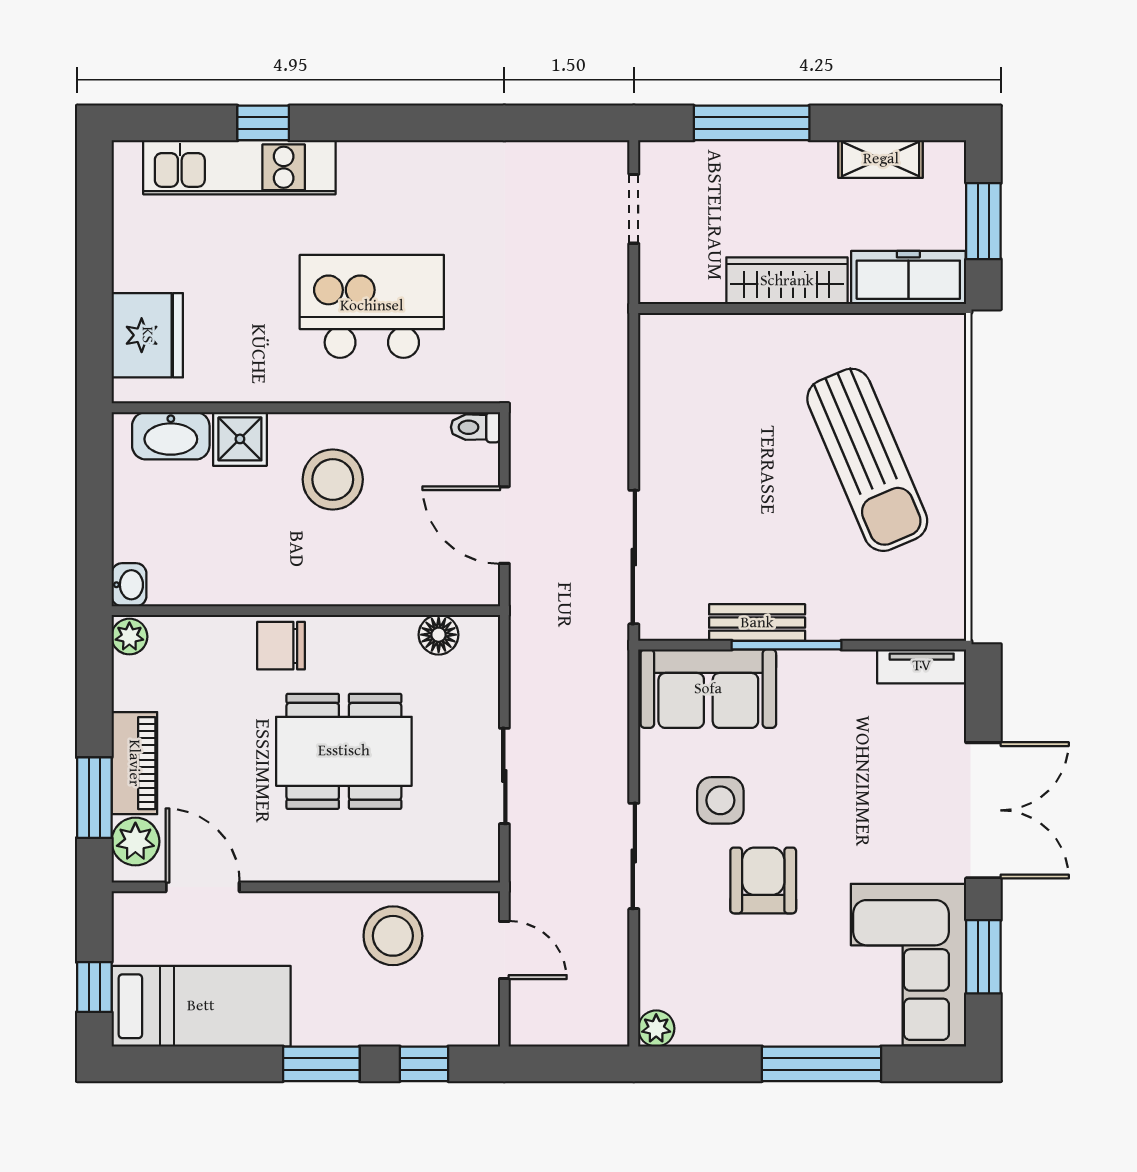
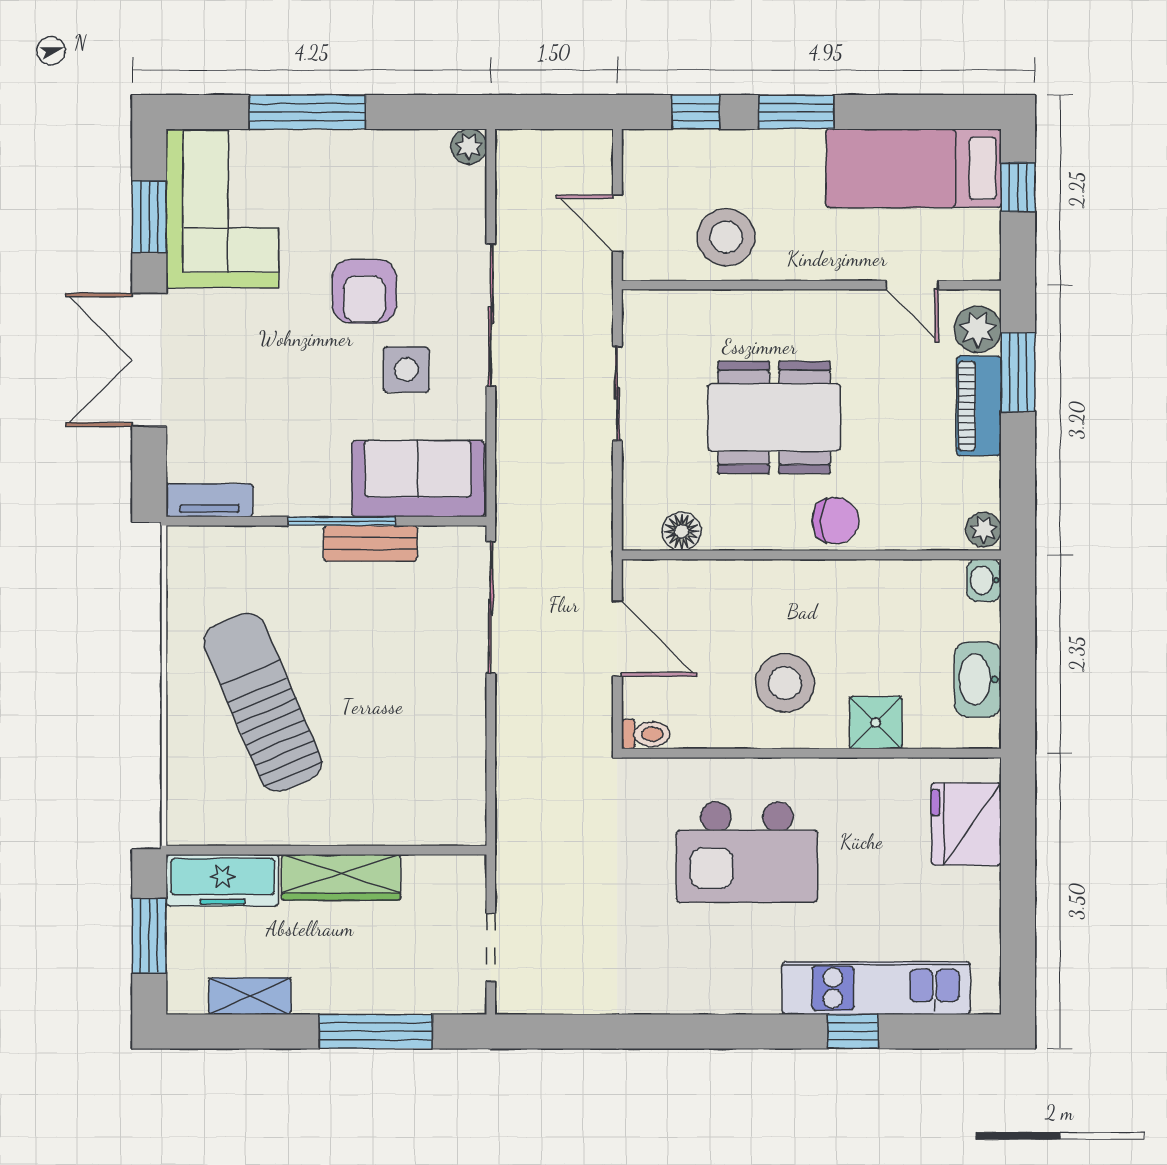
washbasin: (171, 436) -> (978, 679), moved, turned -90
sliding door: (634, 856) -> (491, 315), width x1.37
door: (203, 887) -> (912, 285), width x0.73

